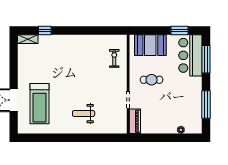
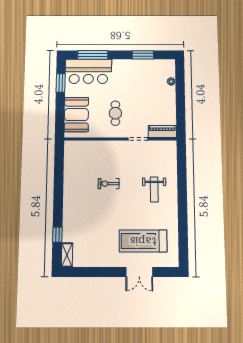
exercise bike: (114, 58) -> (109, 184), moved
treadmill: (39, 104) -> (143, 241), turned 180
window: (206, 105) -> (143, 55), width x0.69

